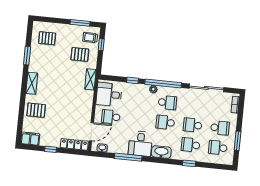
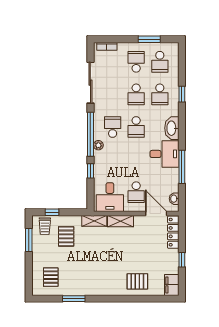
shelving: (32, 83) -> (120, 221), moved
pallet: (36, 110) -> (137, 281), turned 90

